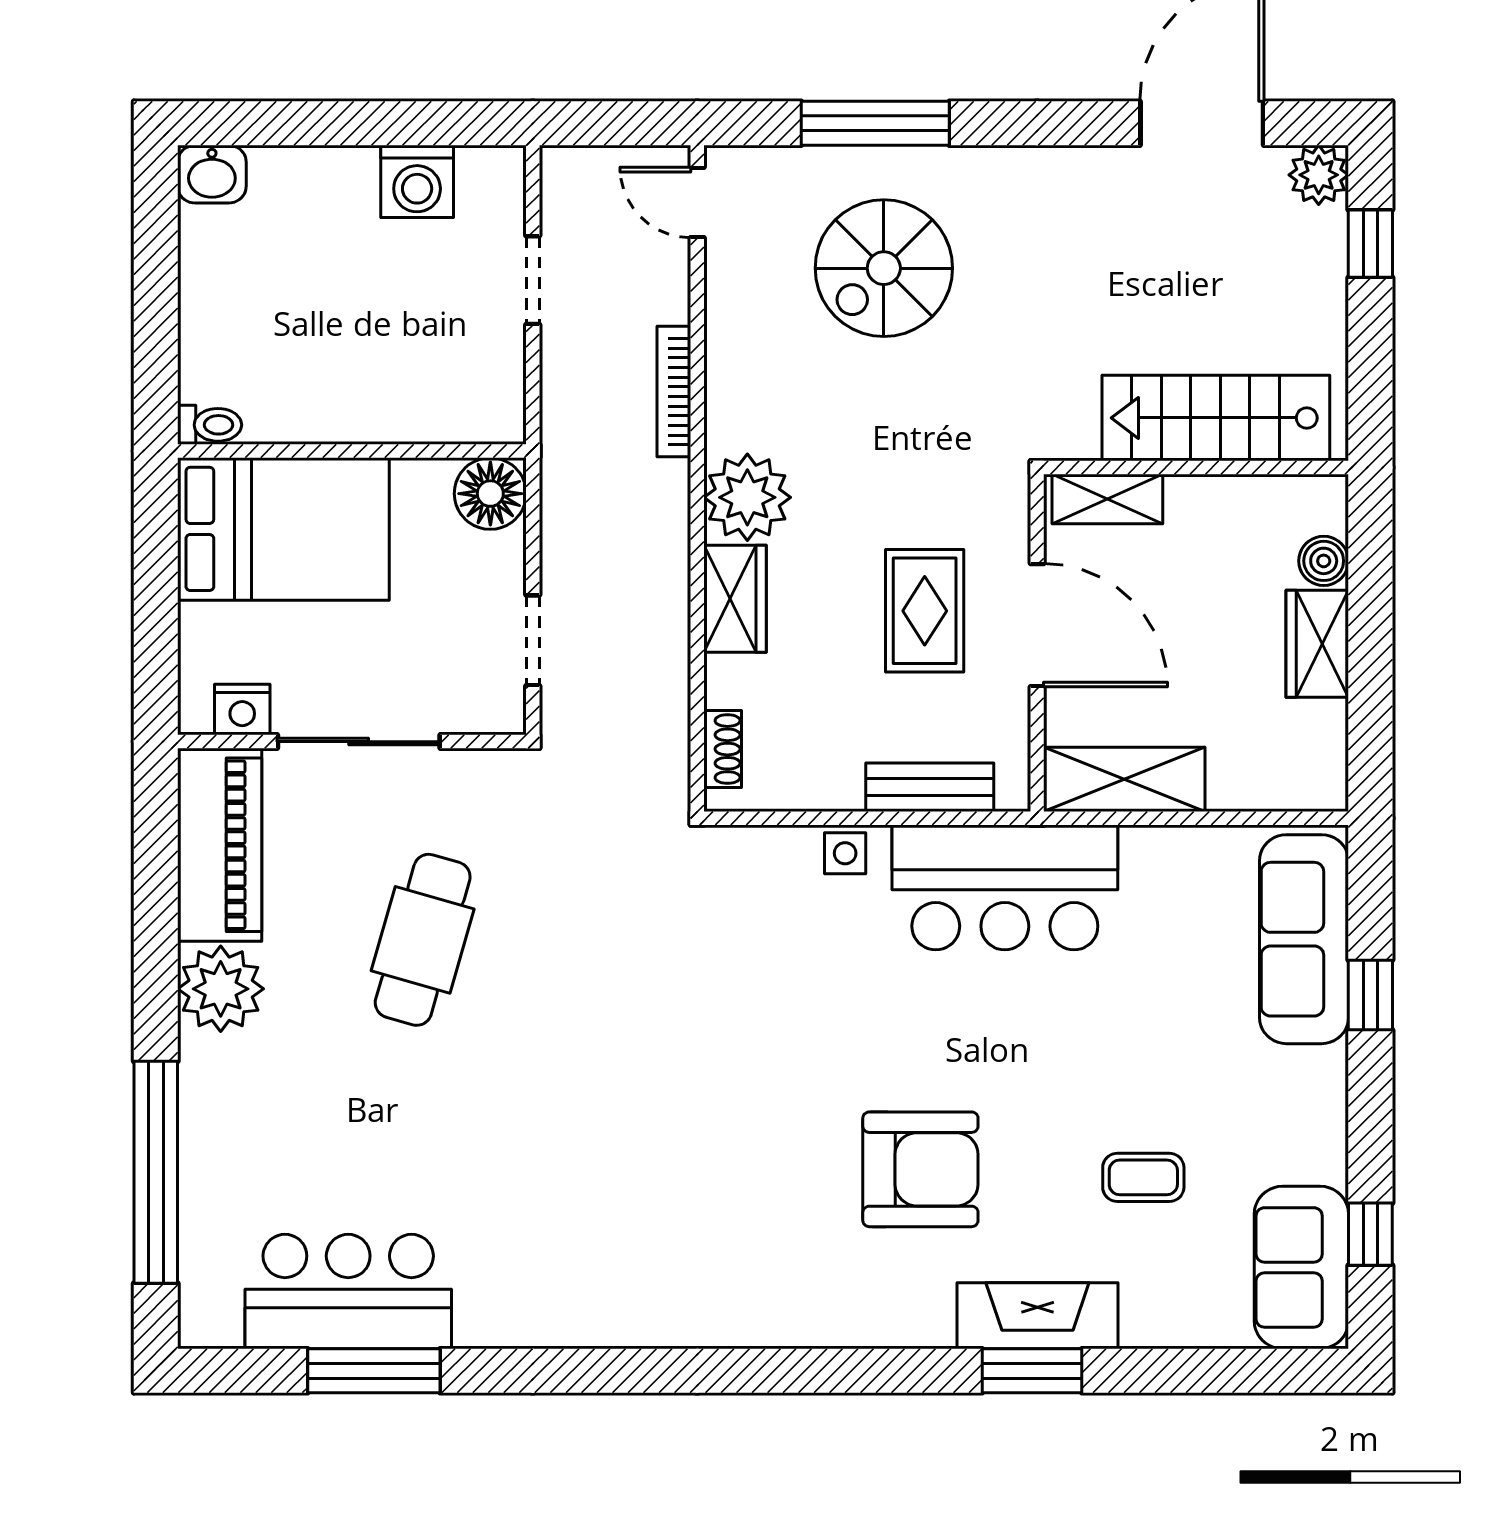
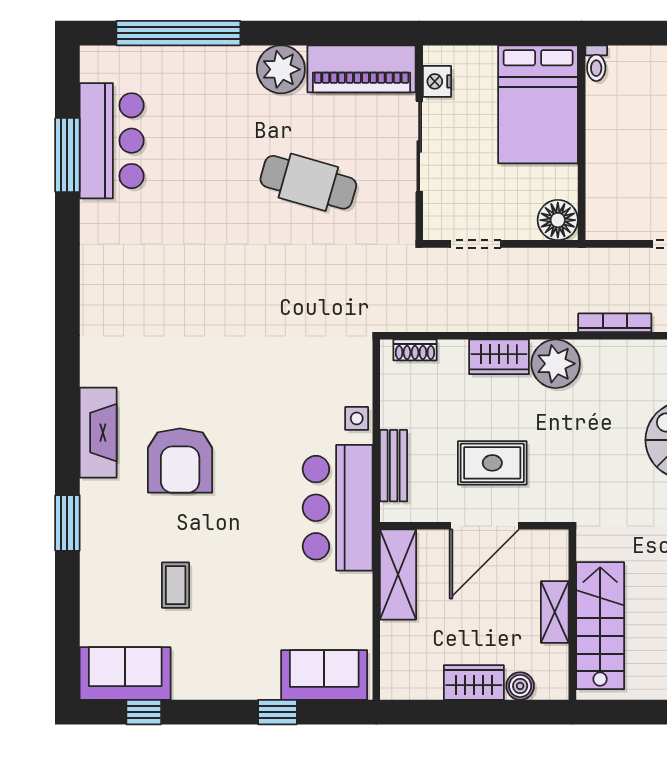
shelving: (1107, 499) -> (555, 612), moved
sofa: (1304, 939) -> (324, 675), width x0.73
fireplace: (1037, 1316) -> (98, 433), moved

